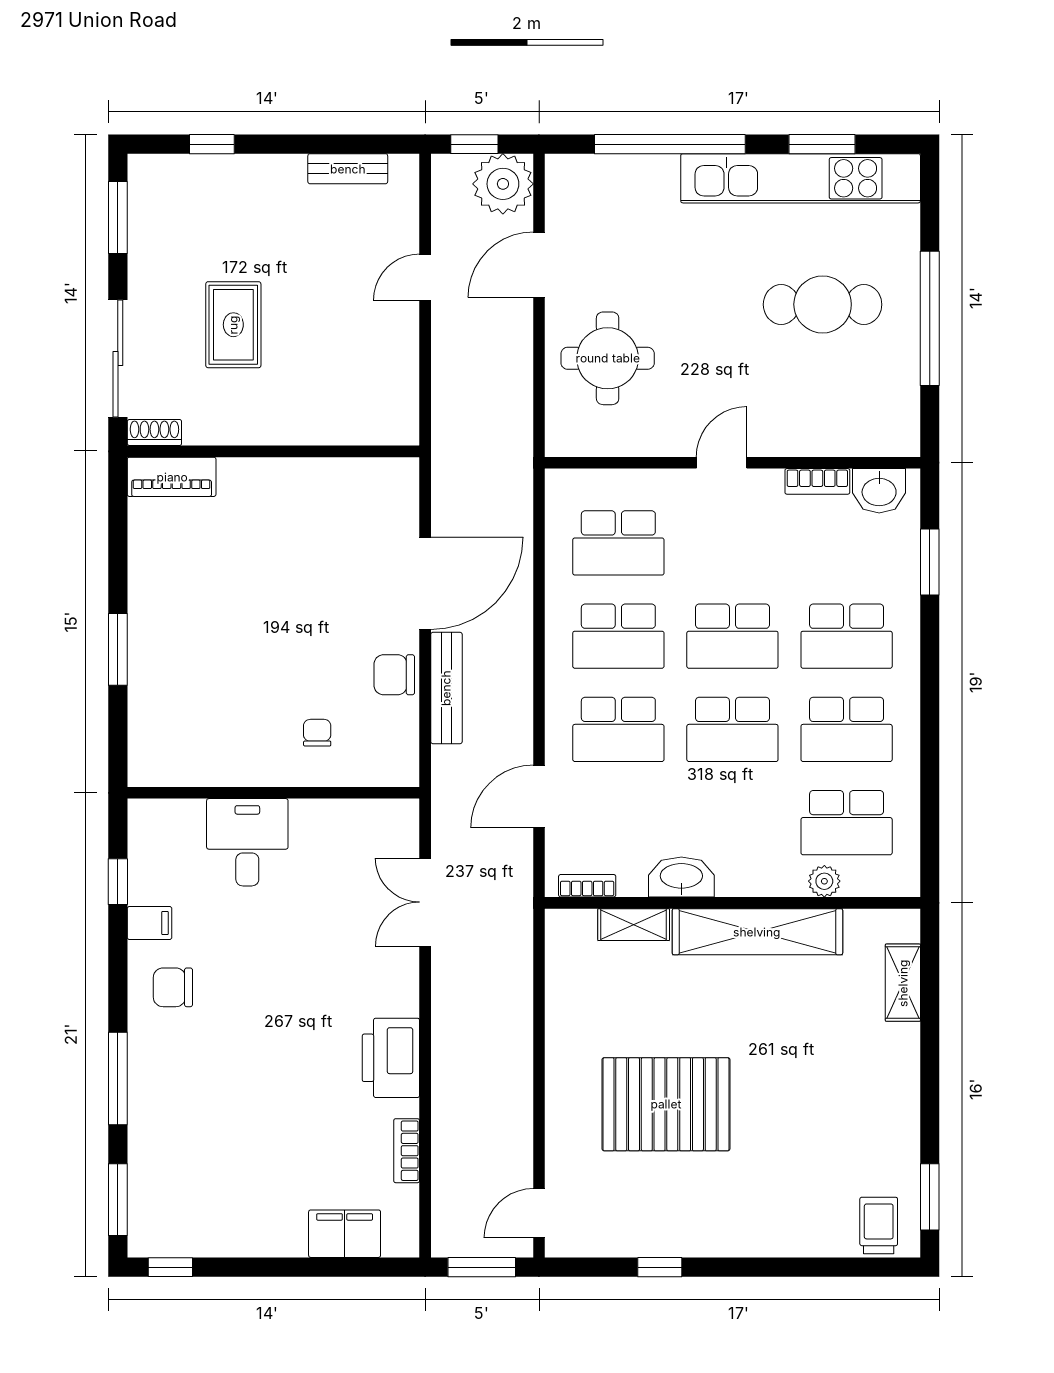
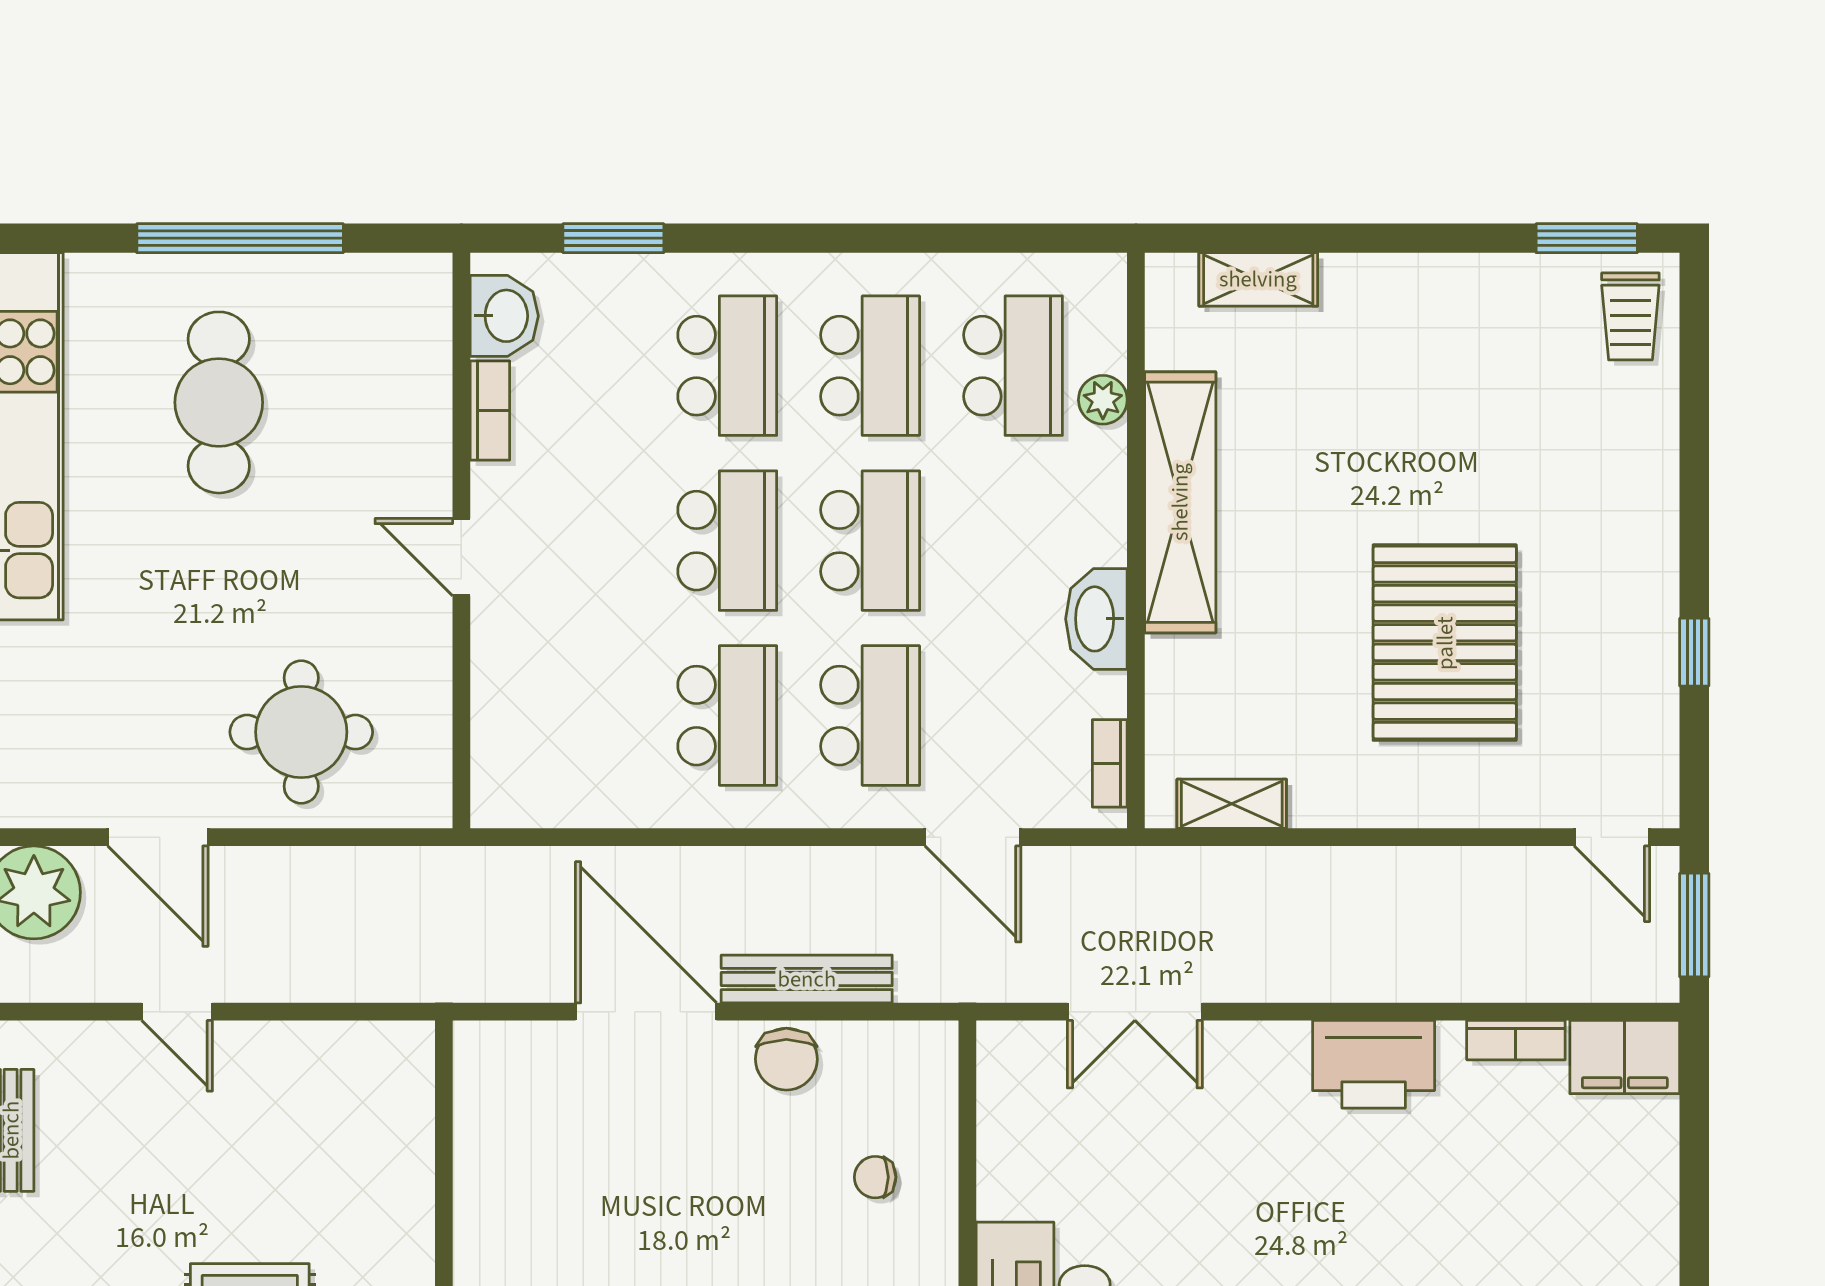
school desk: (618, 543) -> (584, 716), removed
shelving: (634, 925) -> (1232, 804), moved, turned 90
trolley: (879, 1225) -> (1630, 316), turned -90
filing cabinet: (345, 1234) -> (1625, 1057), moved, turned -90

